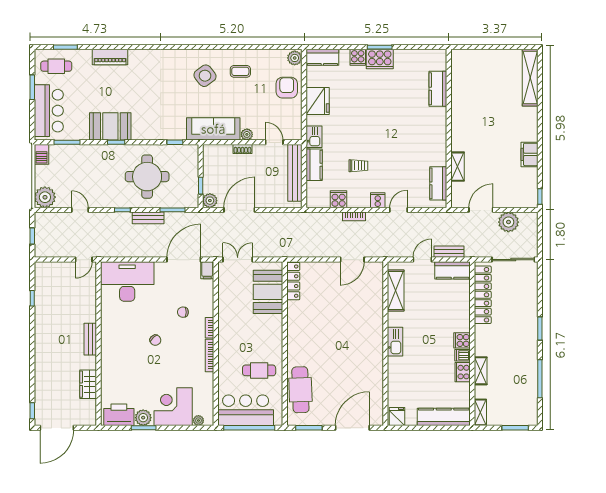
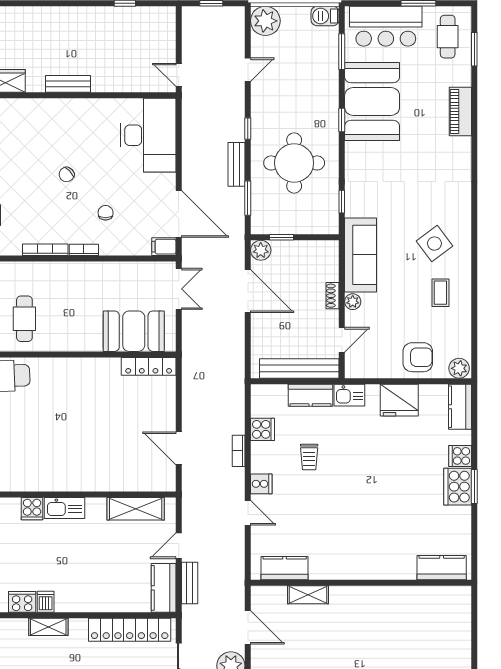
kitchen counter: (438, 89) -> (442, 568), moved
booth: (110, 126) -> (372, 101), width x1.36, depth x1.42
door: (422, 260) -> (179, 546), swing flipped
cooker: (462, 340) -> (32, 509), moved, turned 180
shelving: (481, 371) -> (48, 627), moved

